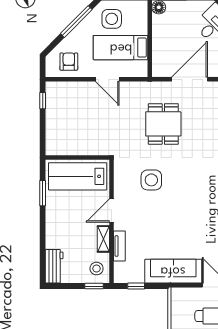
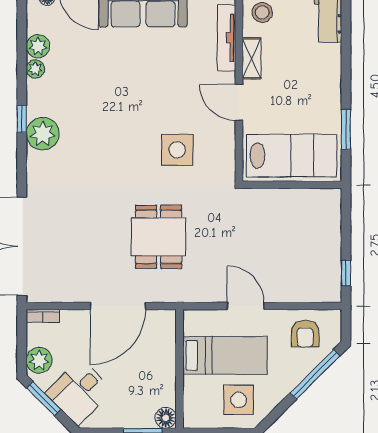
window: (76, 22) -> (315, 374), moved
door: (111, 211) -> (239, 102), swing flipped
tv unit: (119, 246) -> (227, 38), width x1.41

